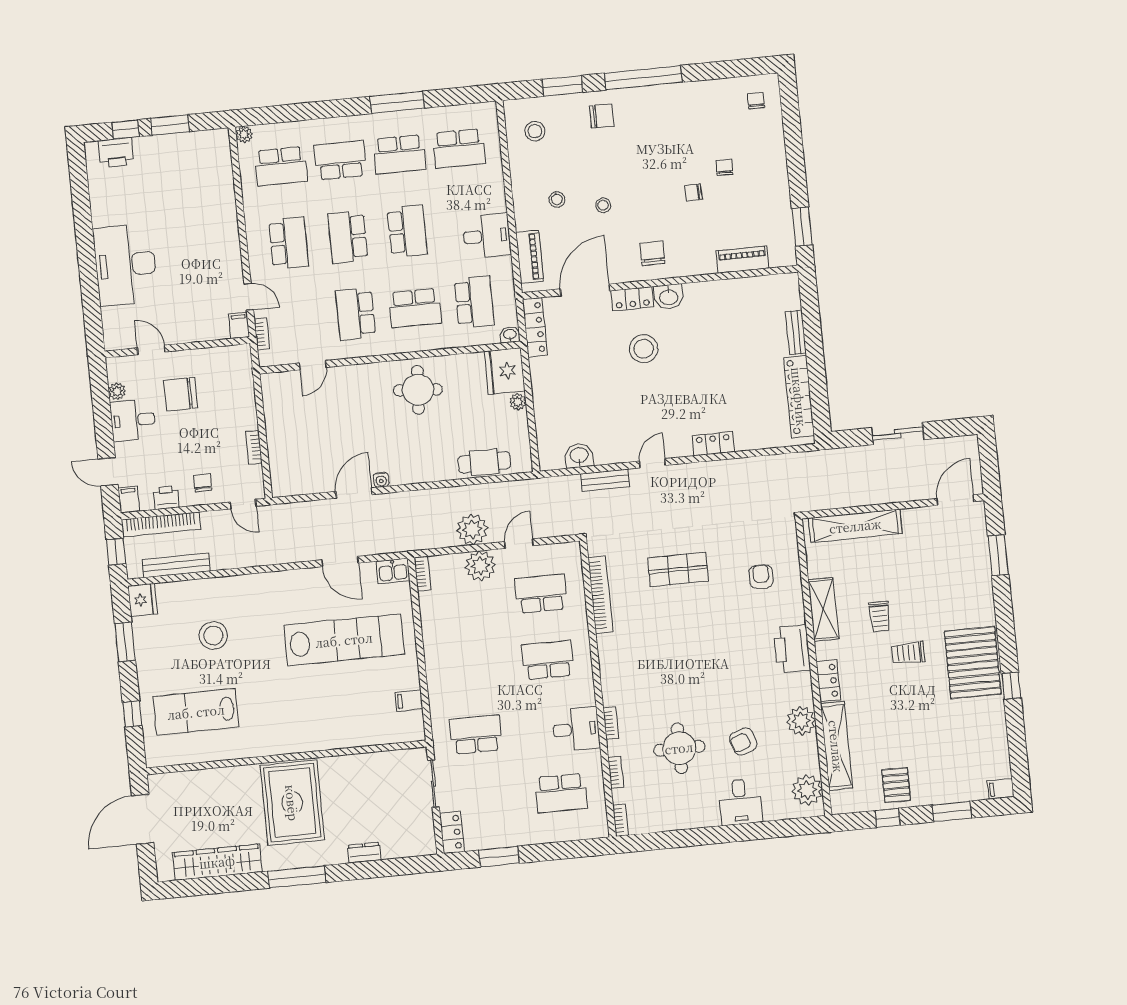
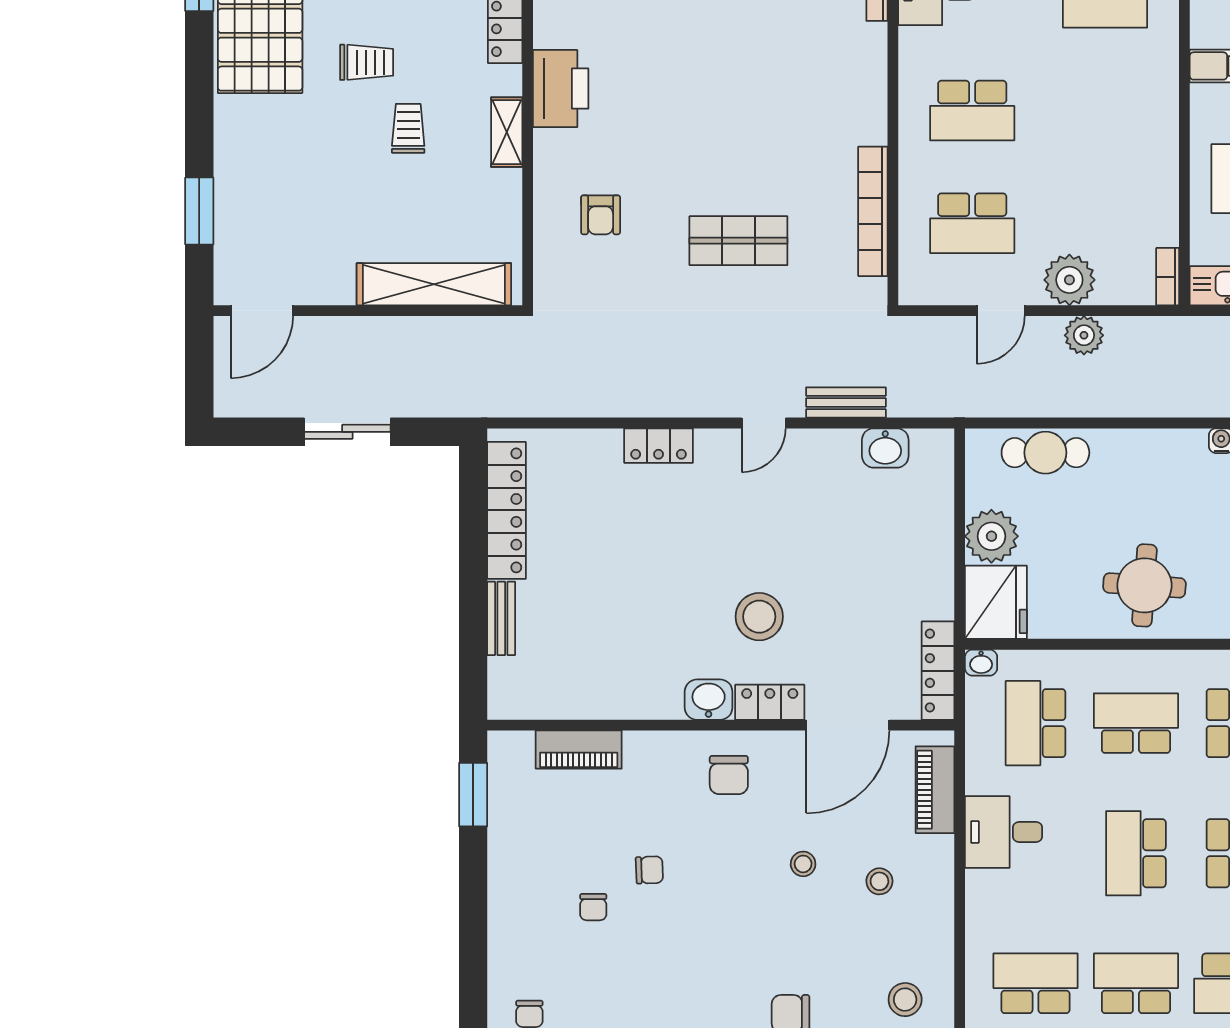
plant: (518, 402) -> (991, 536), width x1.87, depth x1.87
plant: (472, 529) -> (1084, 335), width x0.73, depth x0.73
shelving: (823, 609) -> (507, 132), width x0.67, depth x0.75

